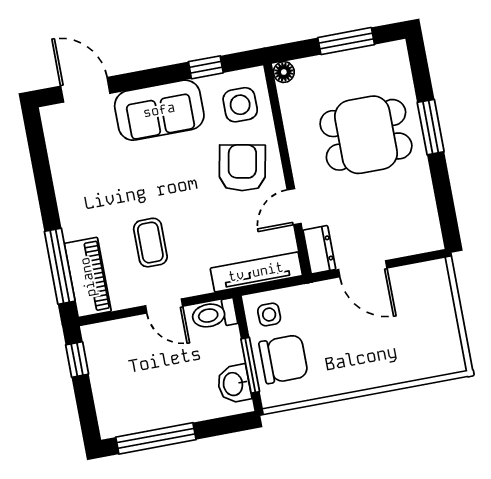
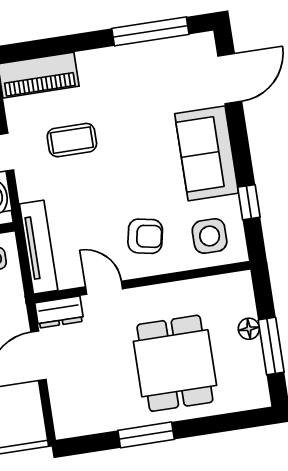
floor lamp: (284, 72) -> (249, 329), moved
window: (431, 127) -> (146, 435), moved
armchair: (242, 168) -> (145, 236), width x0.72, depth x0.72
window: (60, 266) -> (150, 31), moved

